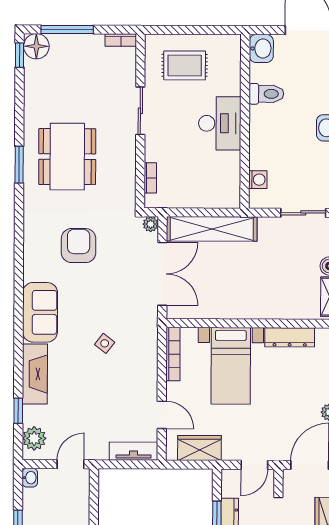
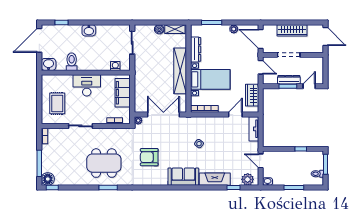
filing cabinet: (205, 194) -> (123, 93), added
shelving: (212, 229) -> (180, 71), moved

